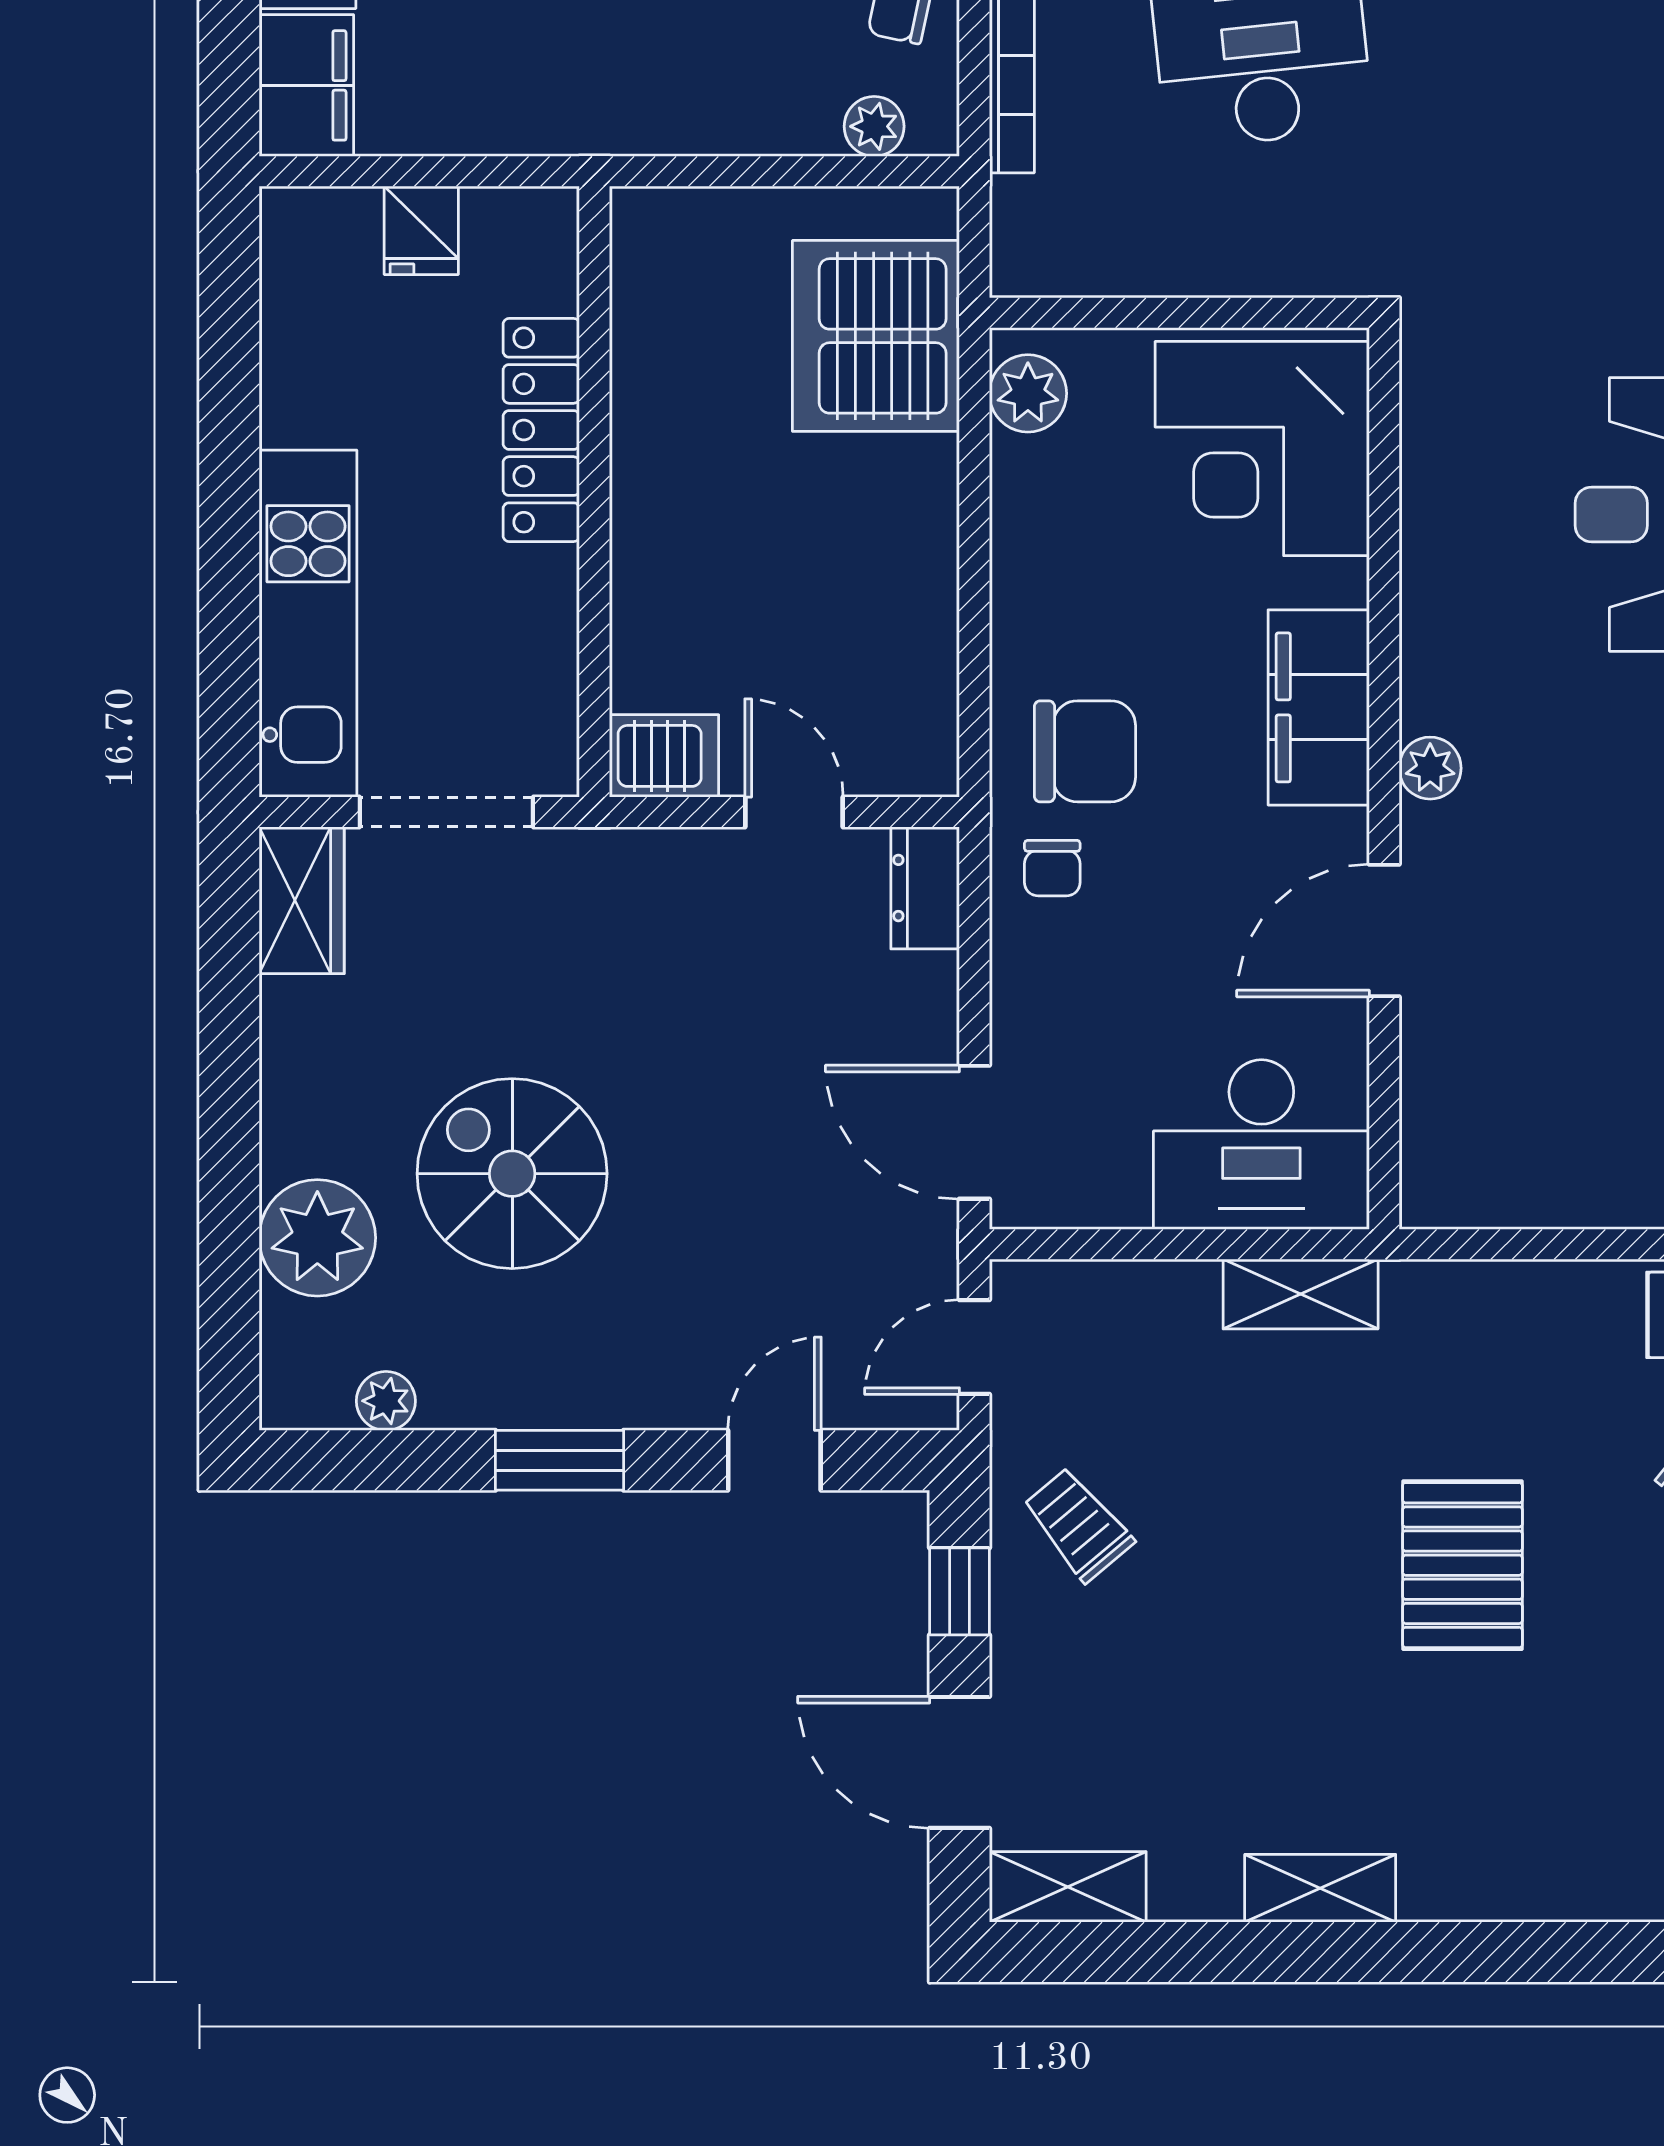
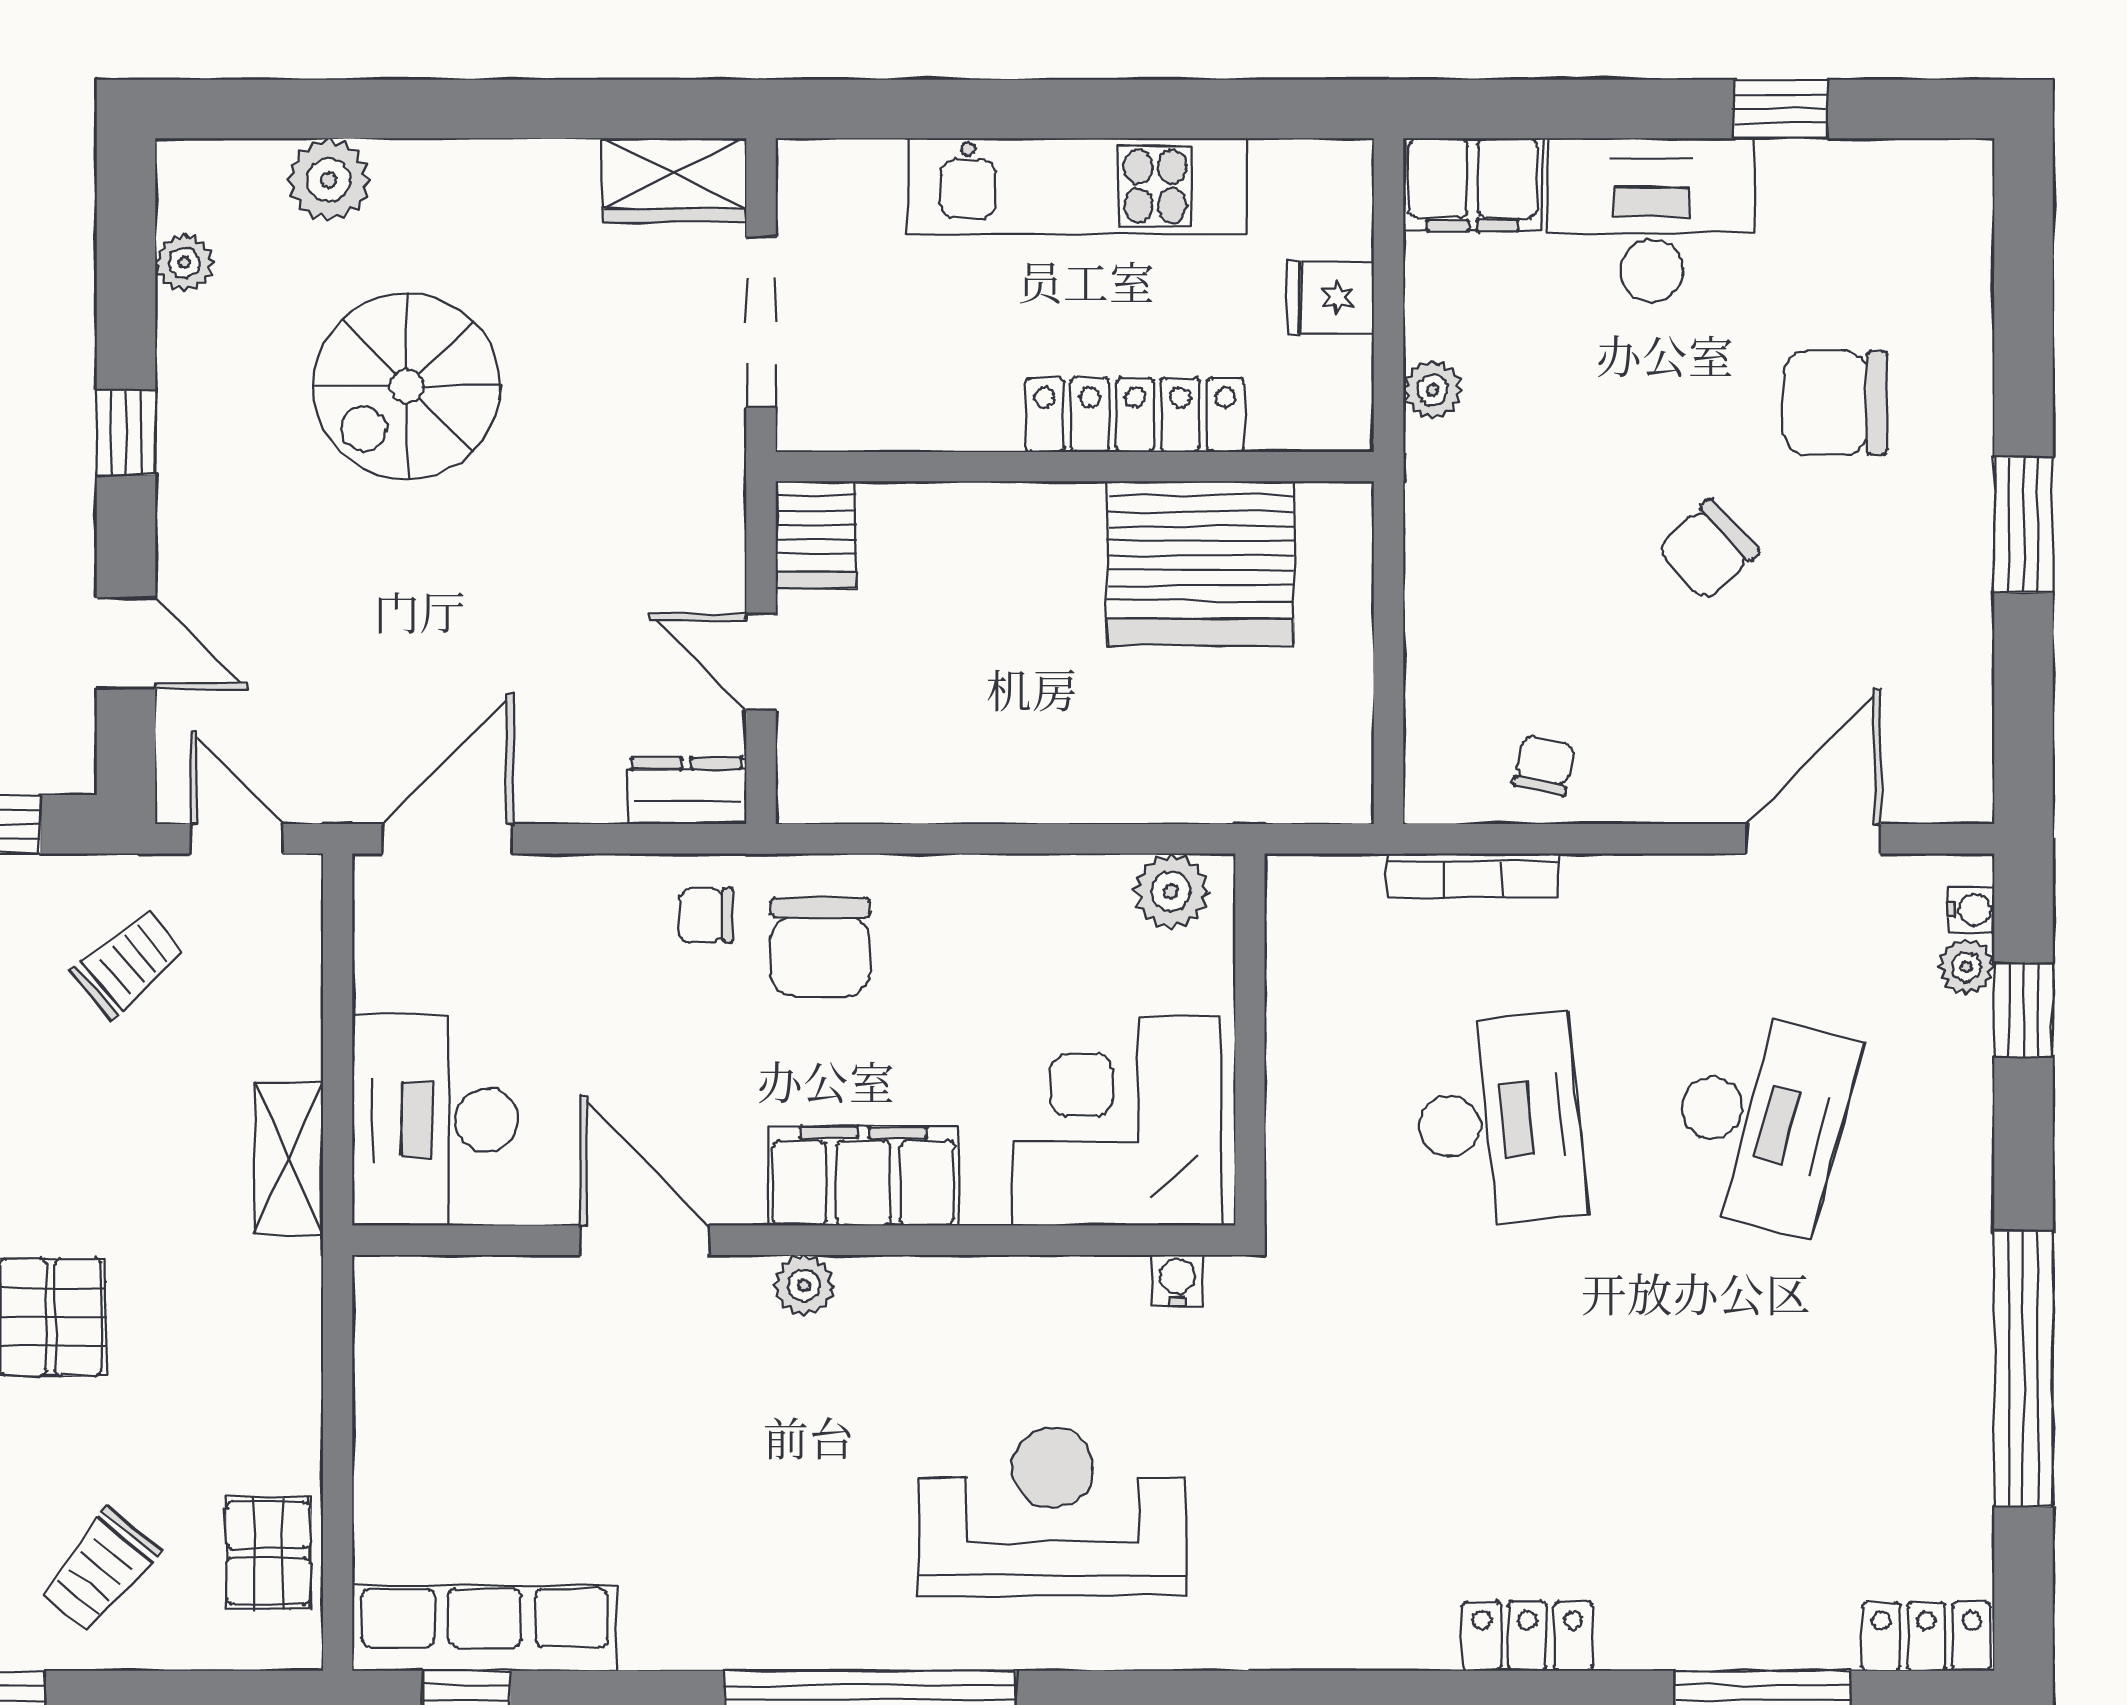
plant: (874, 126) -> (1432, 390), moved
server rack: (876, 336) -> (1201, 563), moved, turned 180
water cooler: (1425, 387) -> (1178, 1280), added
kitchen unit: (308, 624) -> (1077, 186), moved
door: (794, 812) -> (761, 662), swing flipped
spiral stairs: (512, 1174) -> (407, 386), turned 180
plant: (317, 1238) -> (329, 180), width x0.73, depth x0.73
window: (560, 1460) -> (126, 433), width x0.67
trolley: (1078, 1525) -> (129, 964), moved

